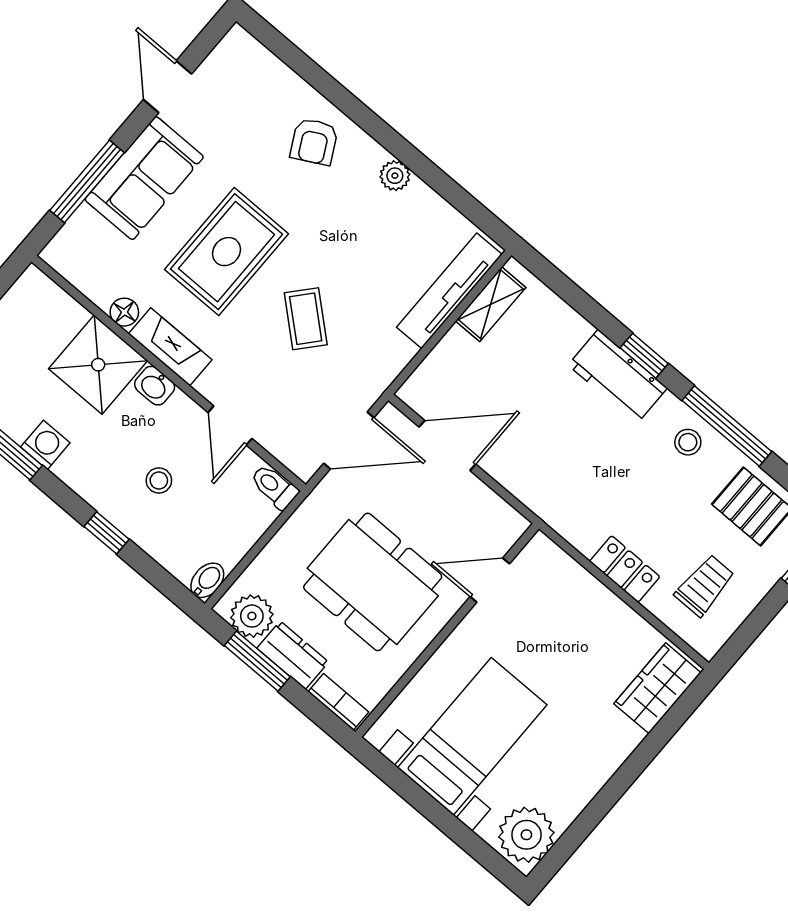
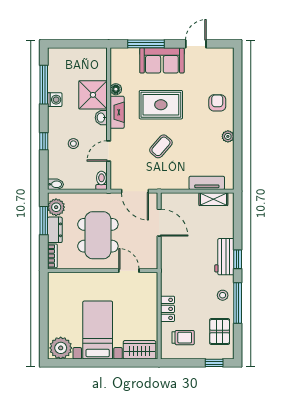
armchair: (314, 142) -> (217, 103), turned 118
tv unit: (449, 291) -> (207, 183), width x0.71
bed with nightstands: (472, 736) -> (98, 330), moved, turned -90

